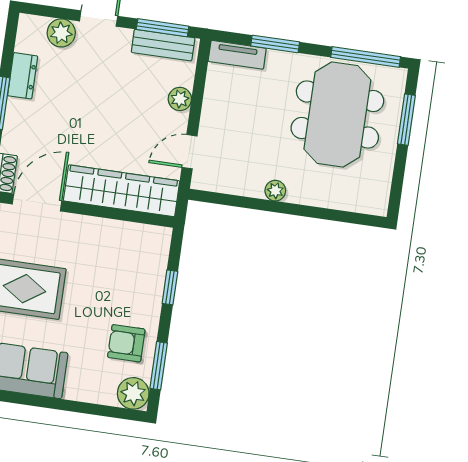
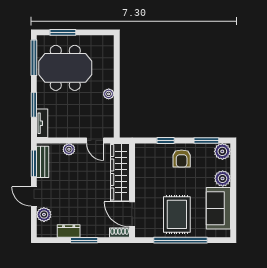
armchair: (126, 343) -> (182, 158), moved
plant: (81, 386) -> (223, 178), added

